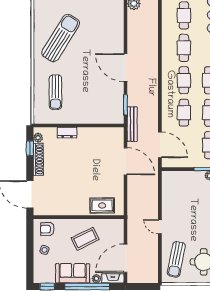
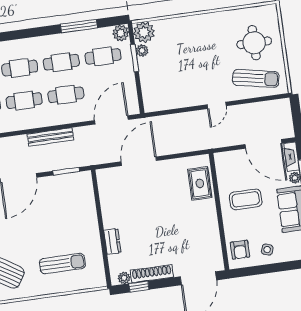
bench: (132, 124) -> (50, 137), moved
coffee table: (85, 239) -> (246, 199), turned -64

